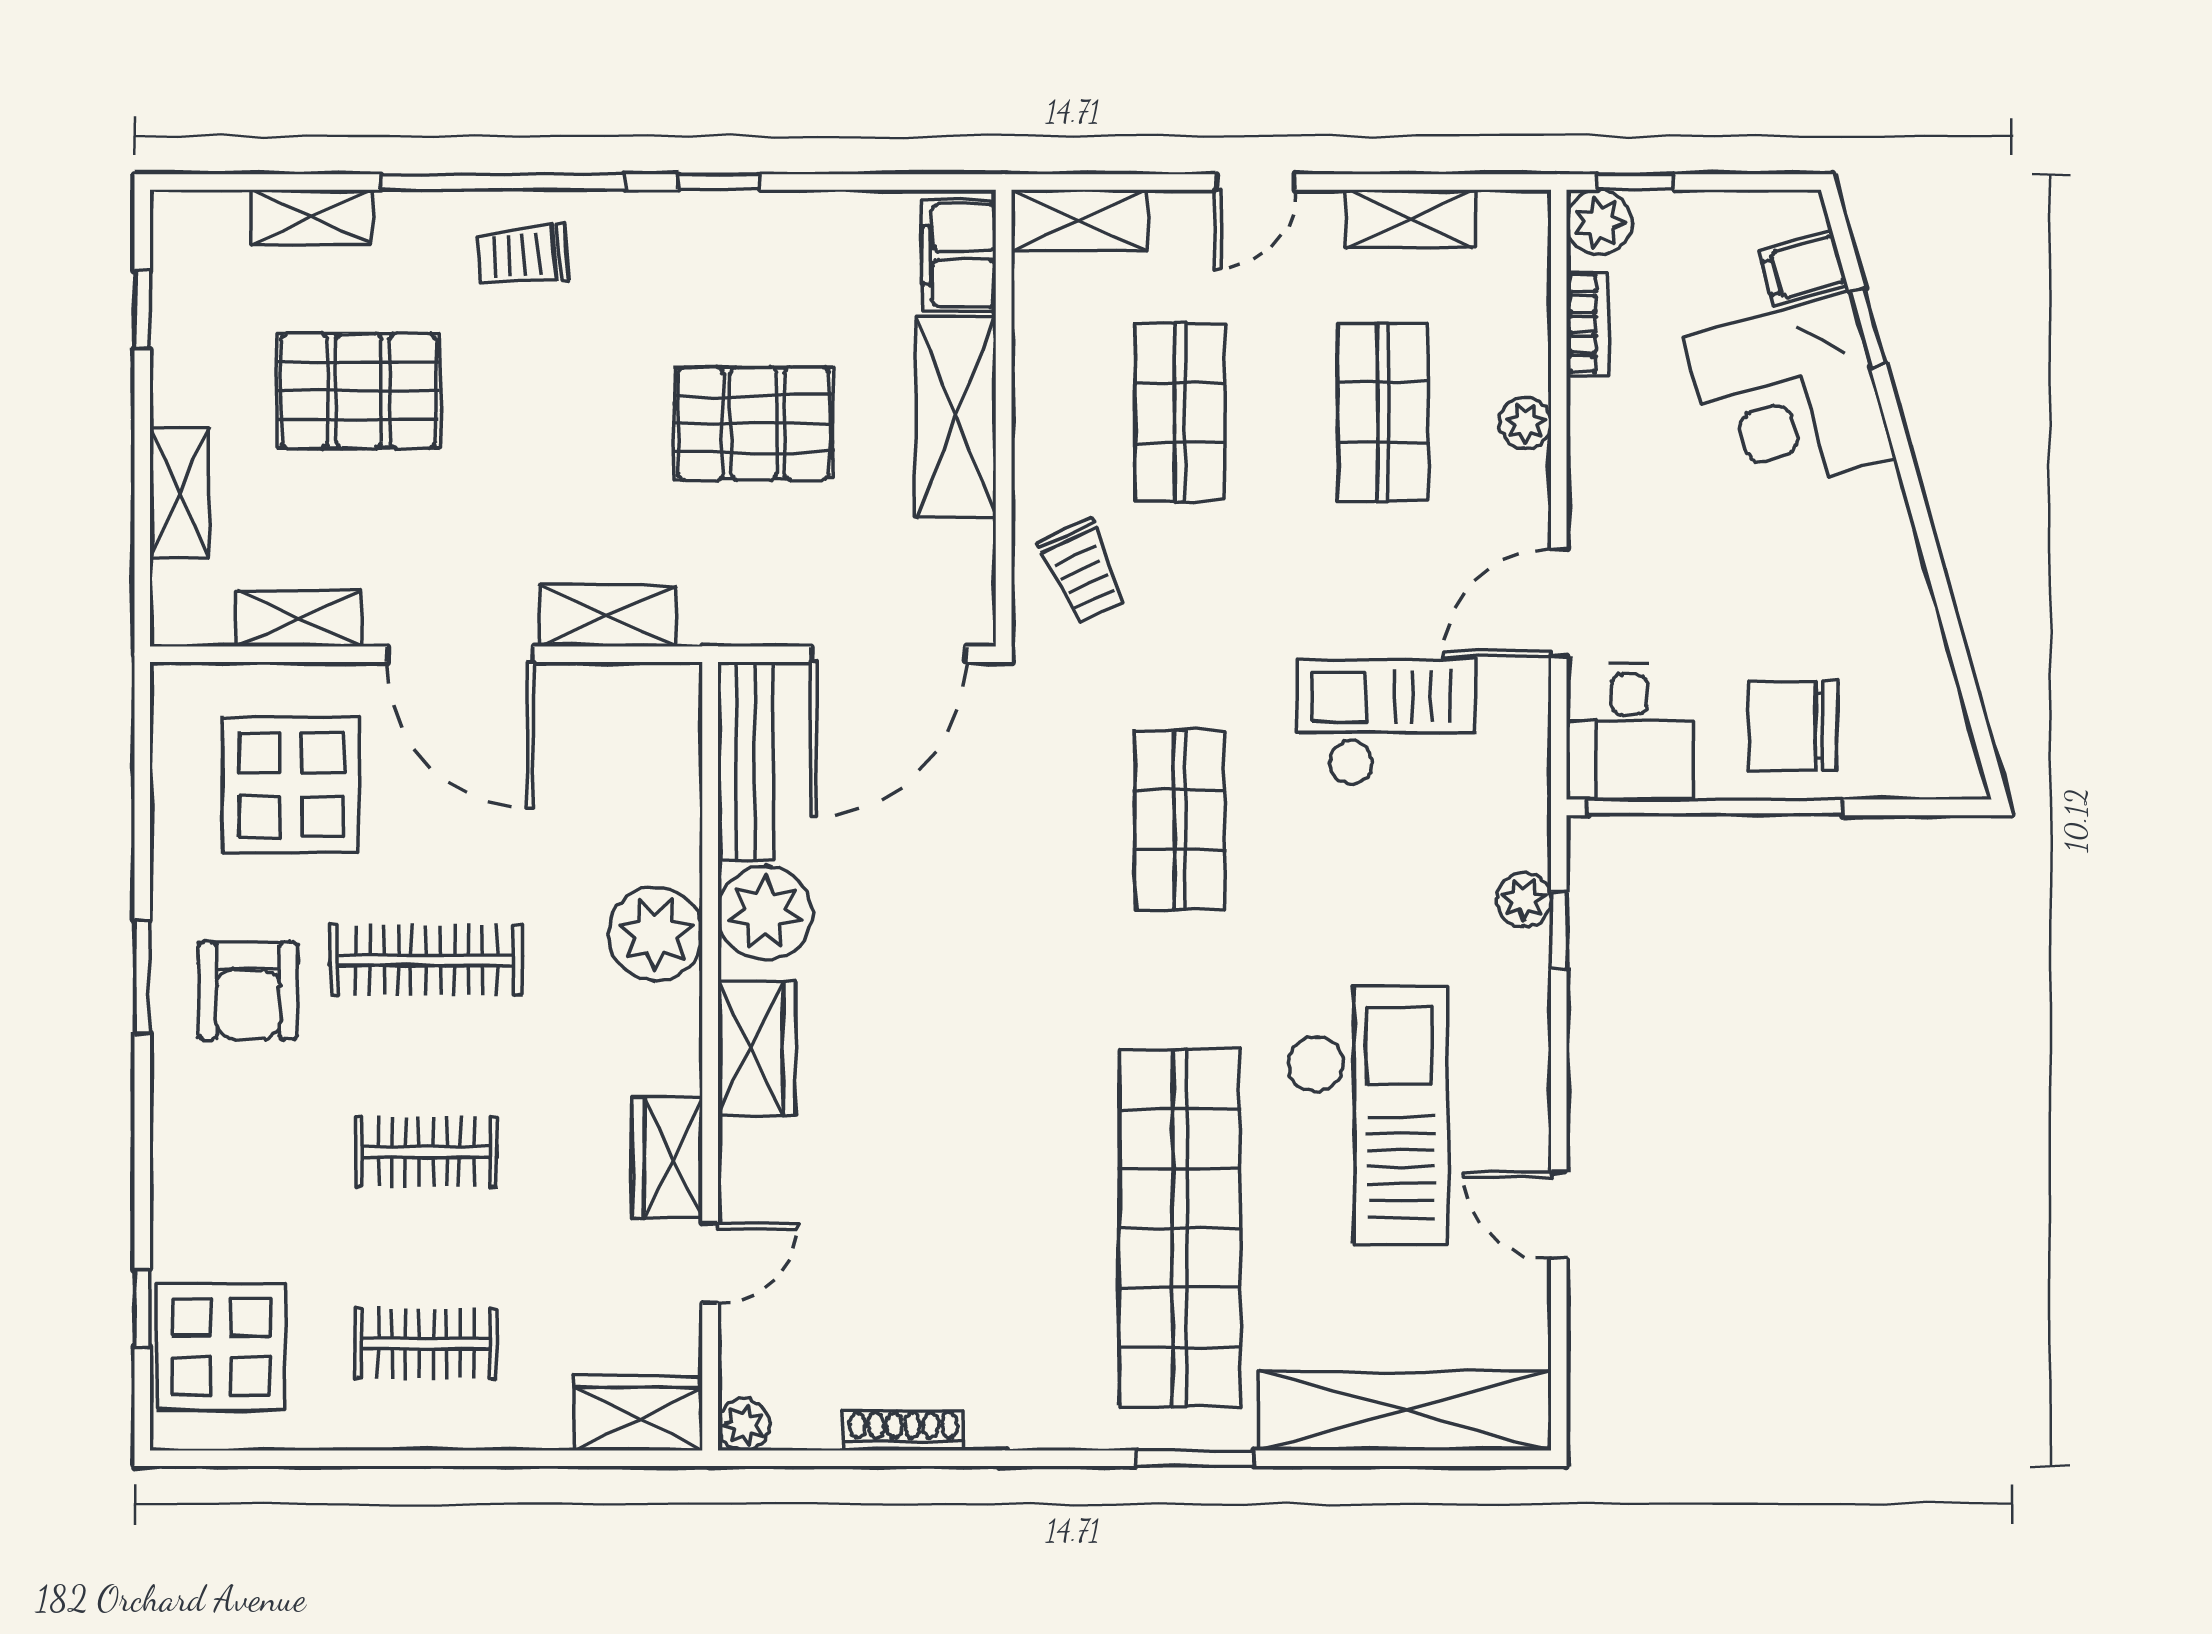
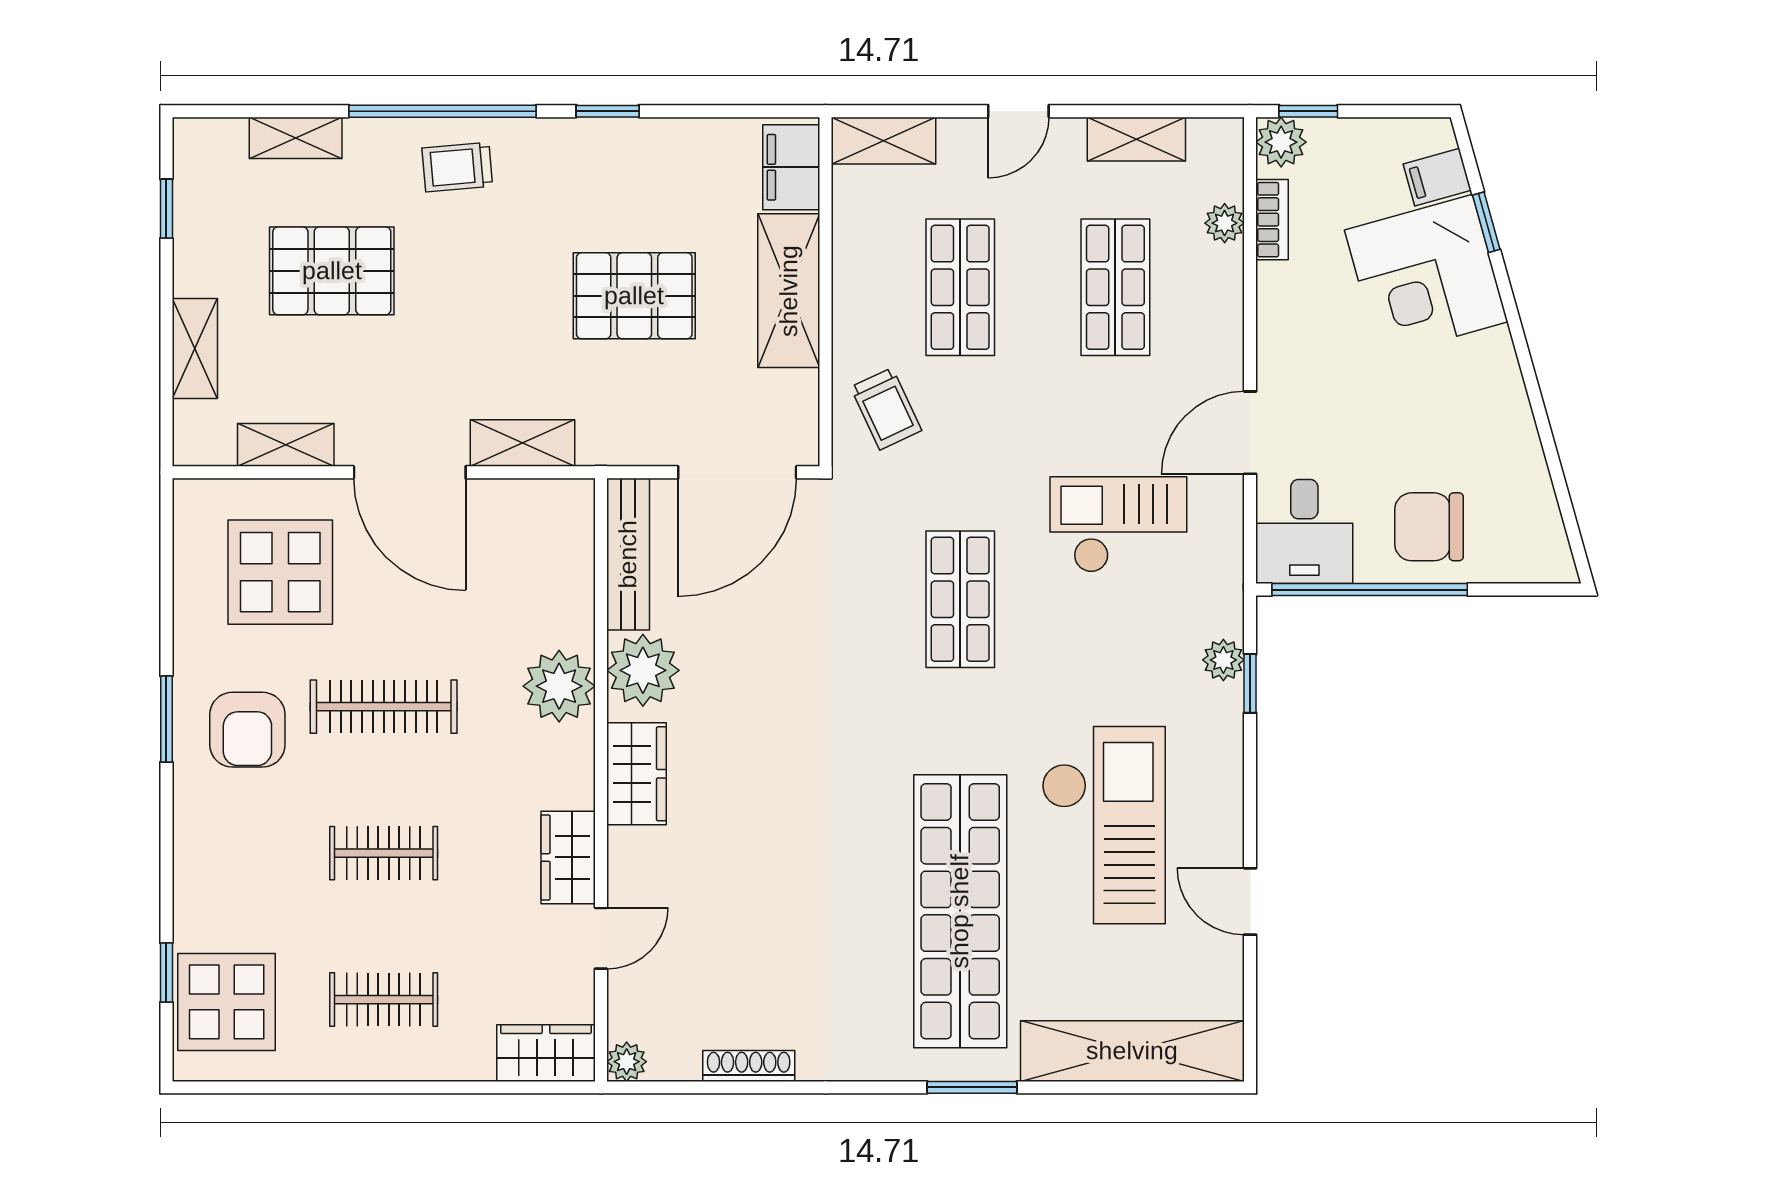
plant: (1525, 423) -> (1225, 223), moved

